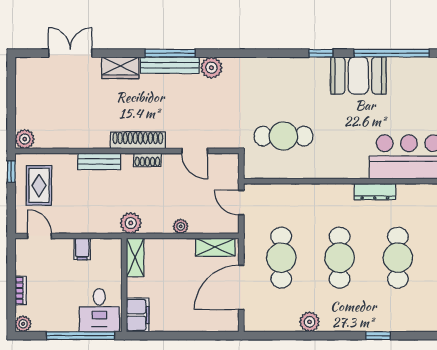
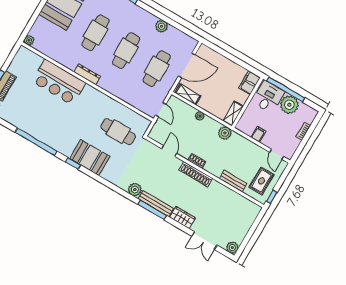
booth: (358, 76) -> (90, 158), moved
plant: (25, 139) -> (232, 248), moved
bench: (99, 161) -> (233, 181), moved
plant: (23, 324) -> (289, 105), moved, width x1.87, depth x1.87

